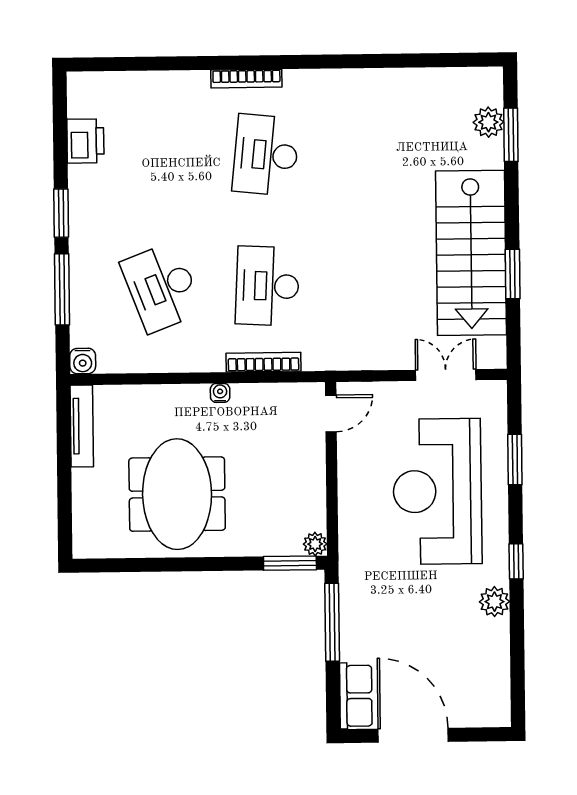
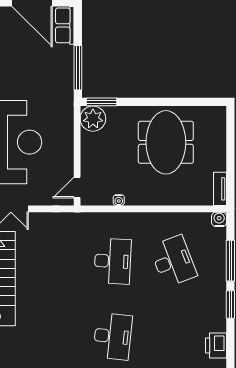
bookcase: (264, 362) -> (115, 217), removed
water cooler: (220, 393) -> (119, 200), moved
tv unit: (82, 426) -> (220, 189), width x0.71
plant: (315, 544) -> (93, 119), width x1.88, depth x1.88

